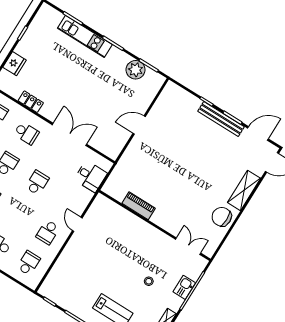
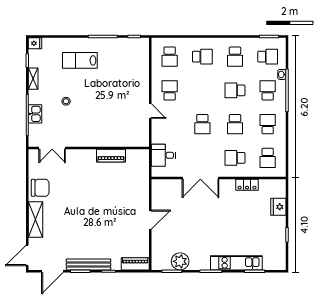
piano: (178, 93) -> (135, 264), added

